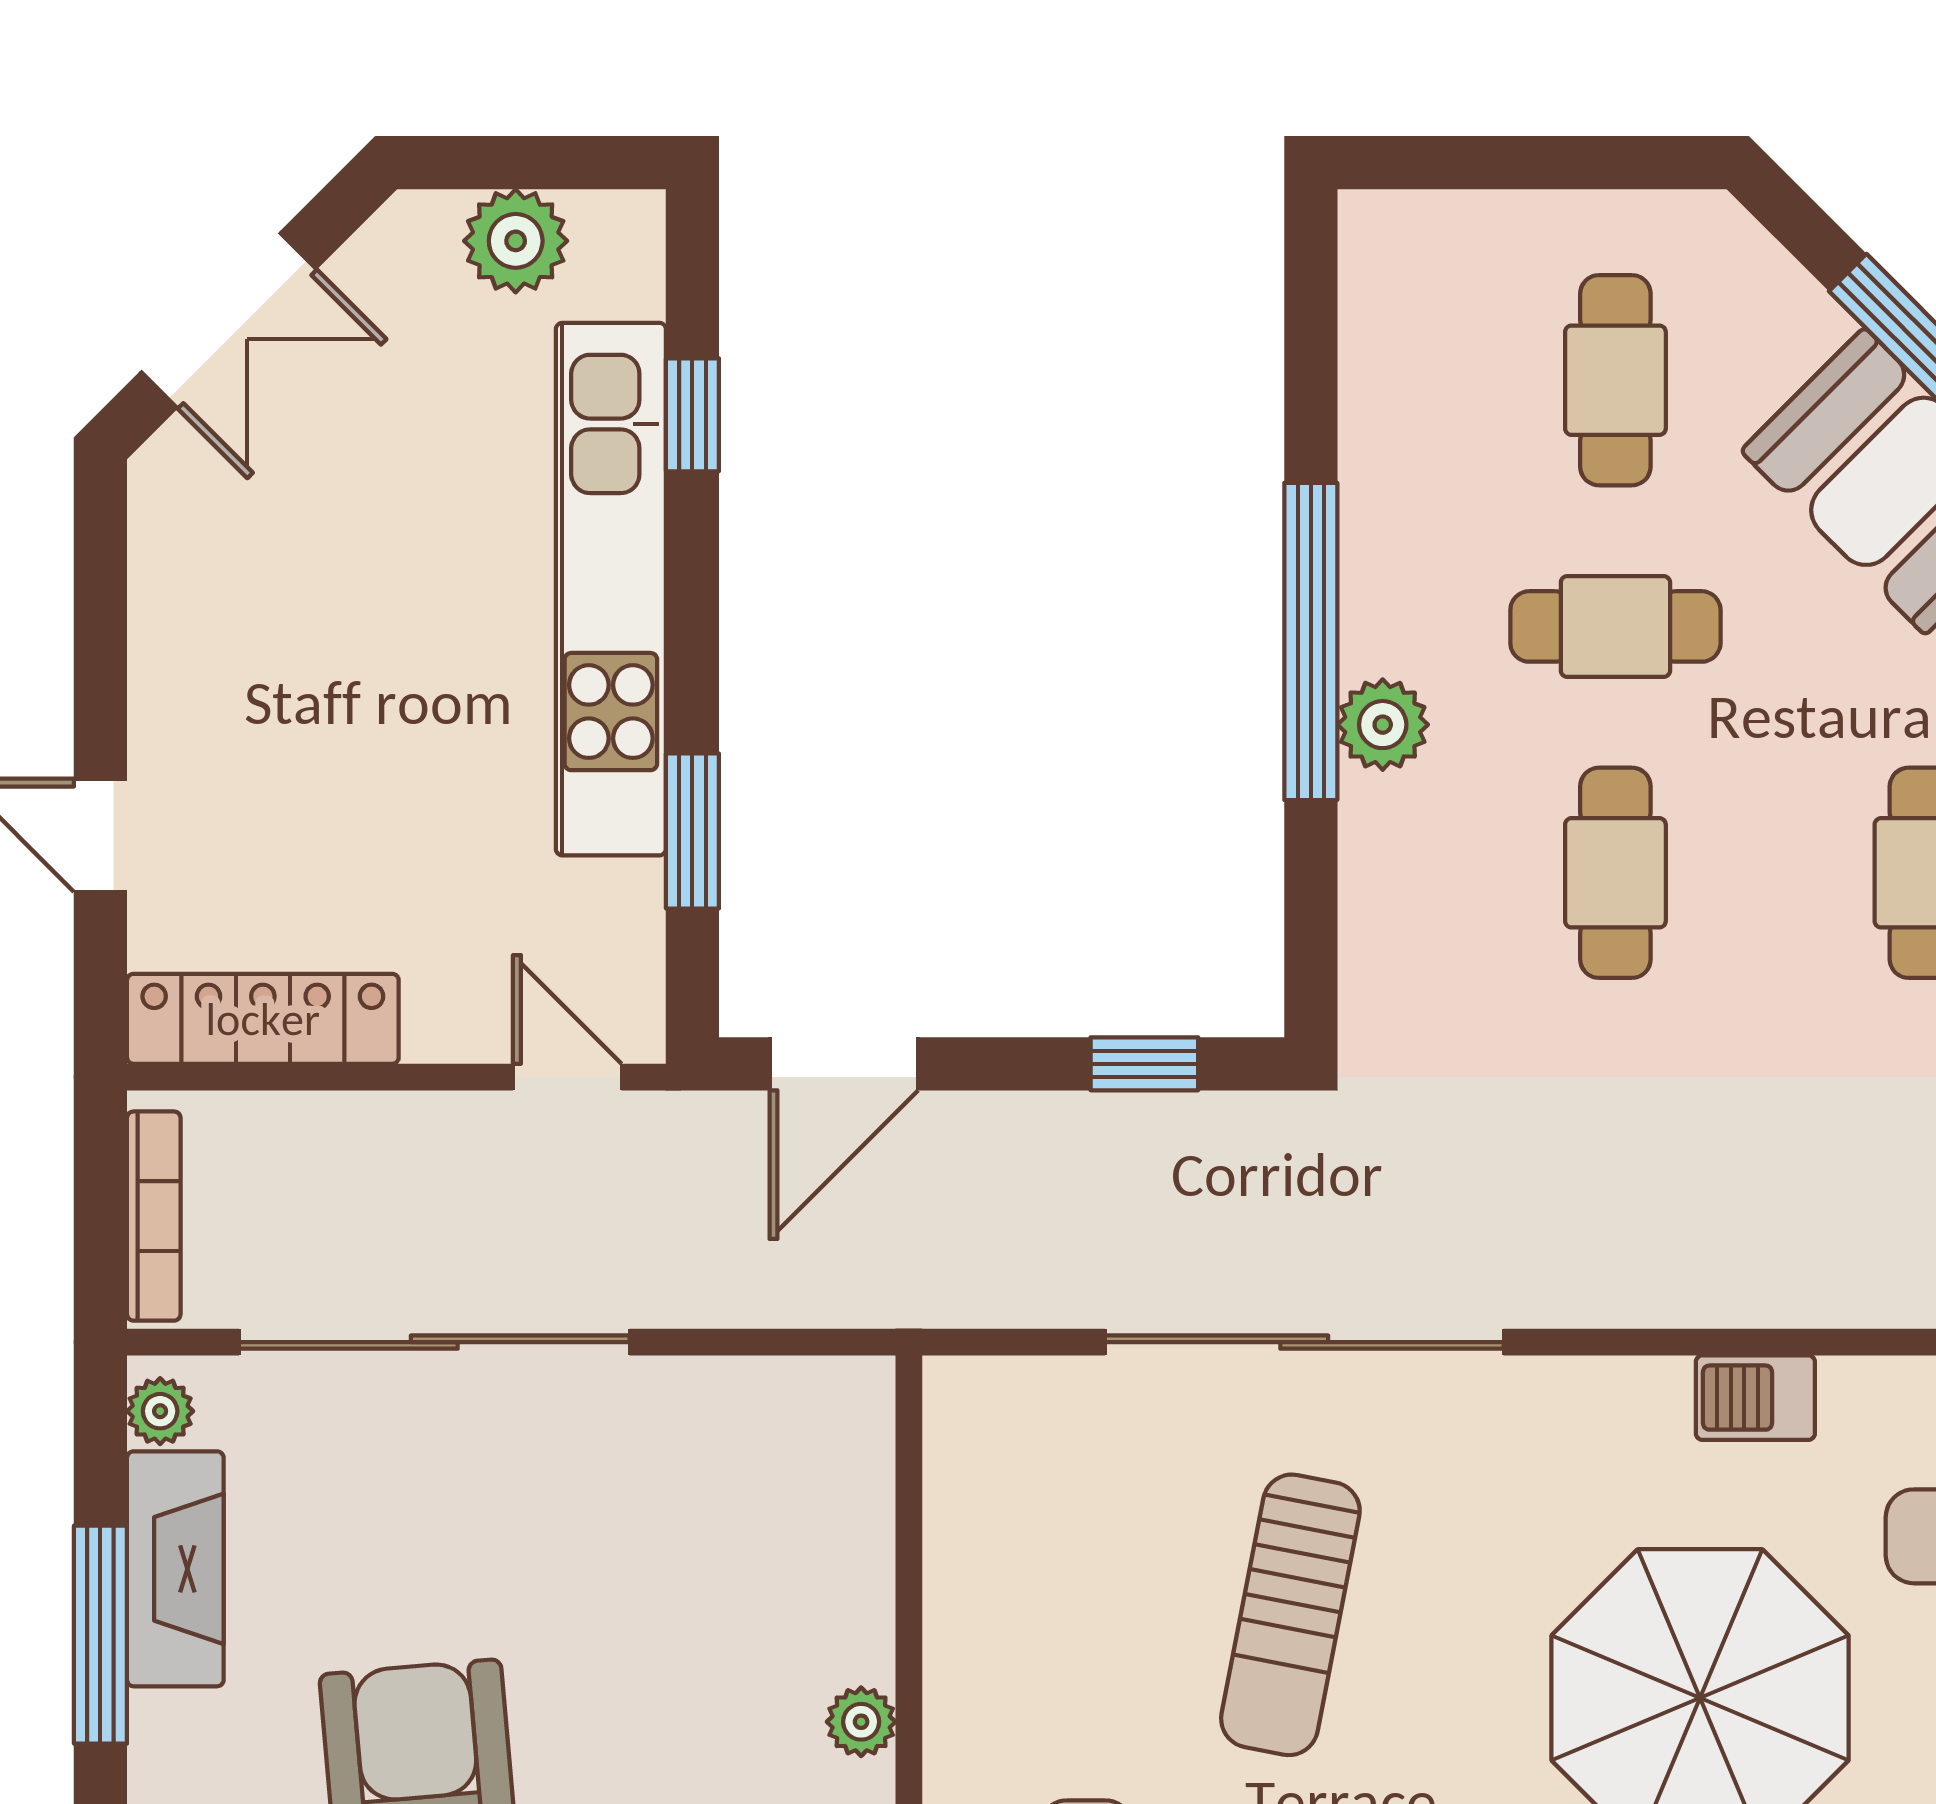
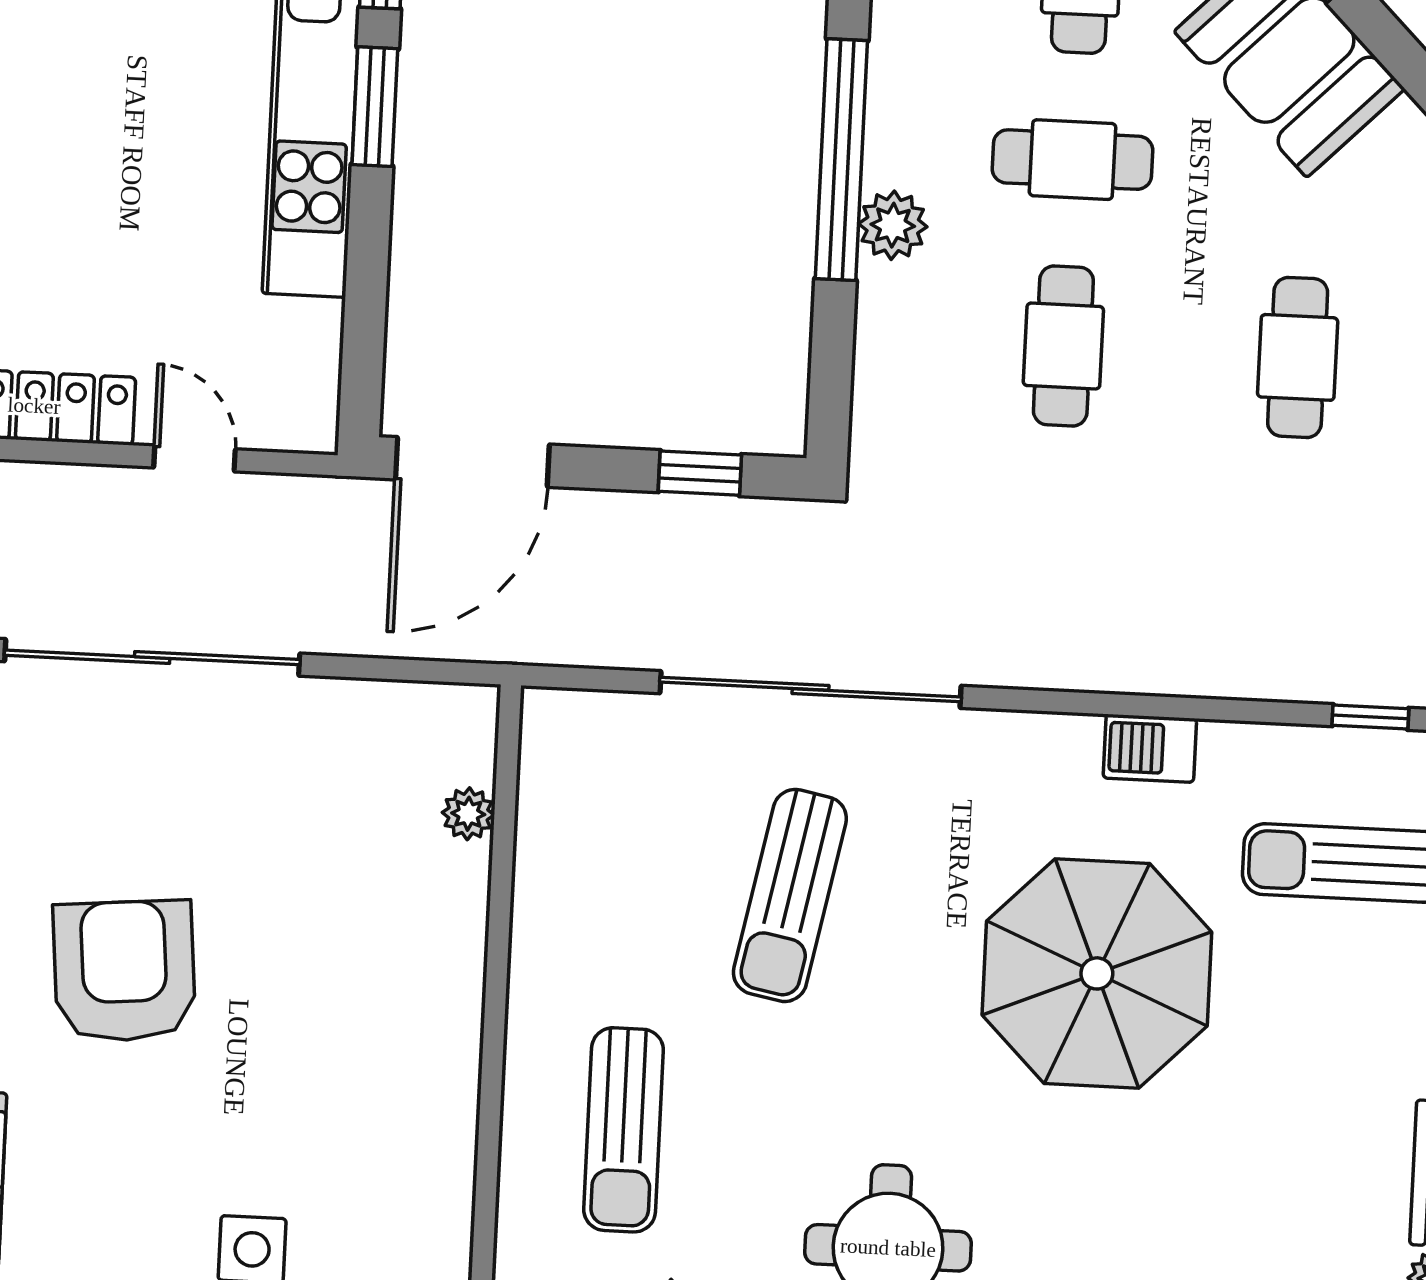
window: (692, 831) -> (375, 107), moved
door: (844, 1064) -> (472, 462), width x1.36
door: (567, 1077) -> (194, 458), moved
plant: (861, 1722) -> (468, 814), moved

